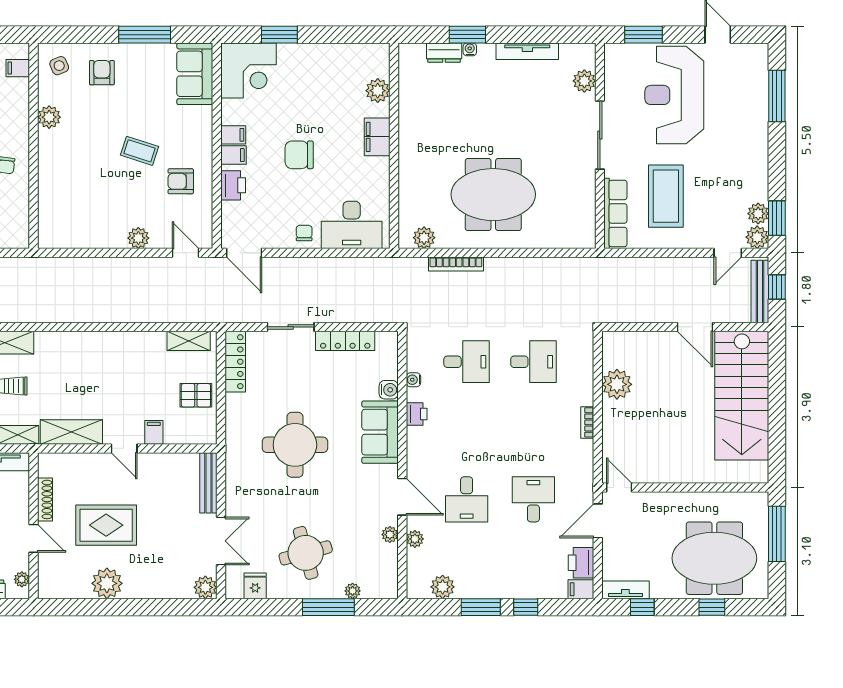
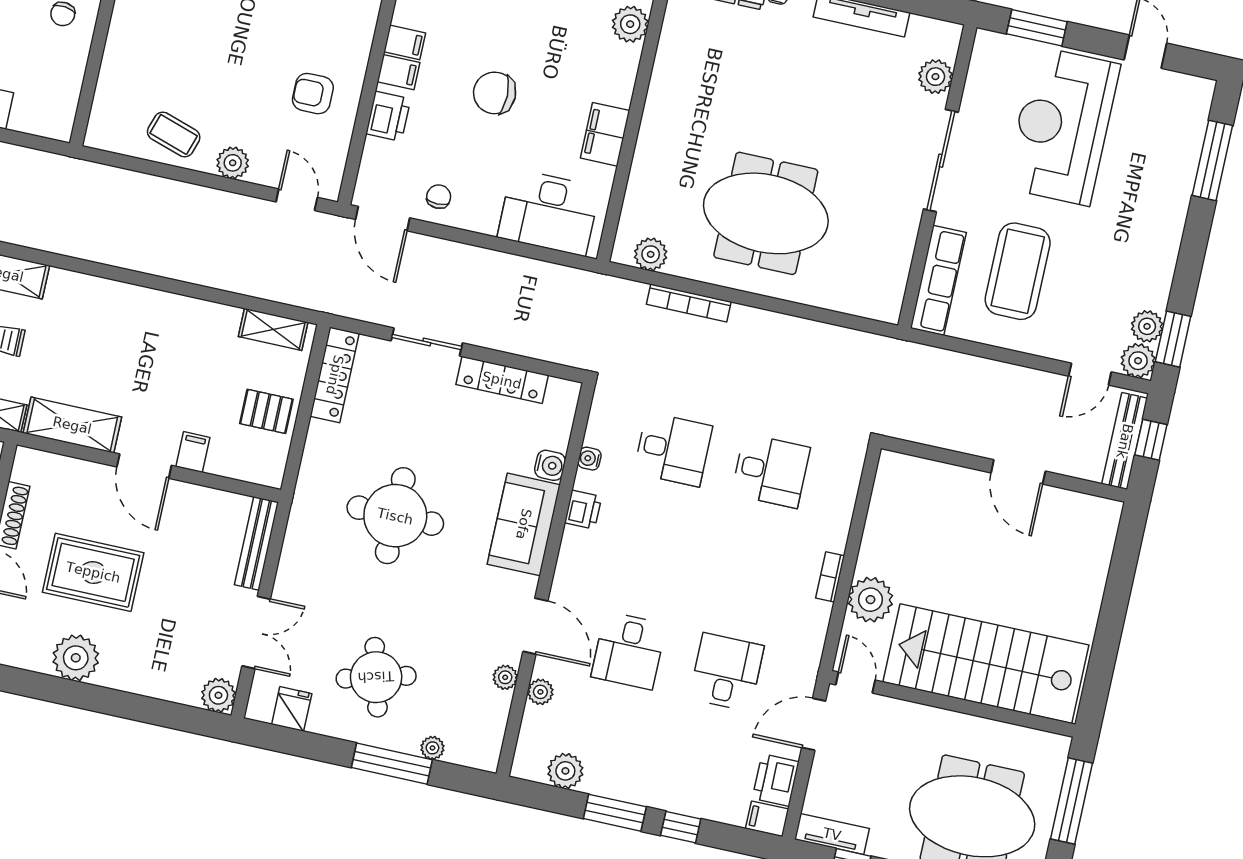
filing cabinet: (377, 137) -> (605, 134), moved
coffee table: (140, 151) -> (174, 134), moved
chair: (304, 233) -> (439, 197), moved
plant: (617, 384) -> (870, 600), moved
stairs: (742, 396) -> (986, 664), moved, turned 90
door: (124, 448) -> (144, 466), width x1.38

